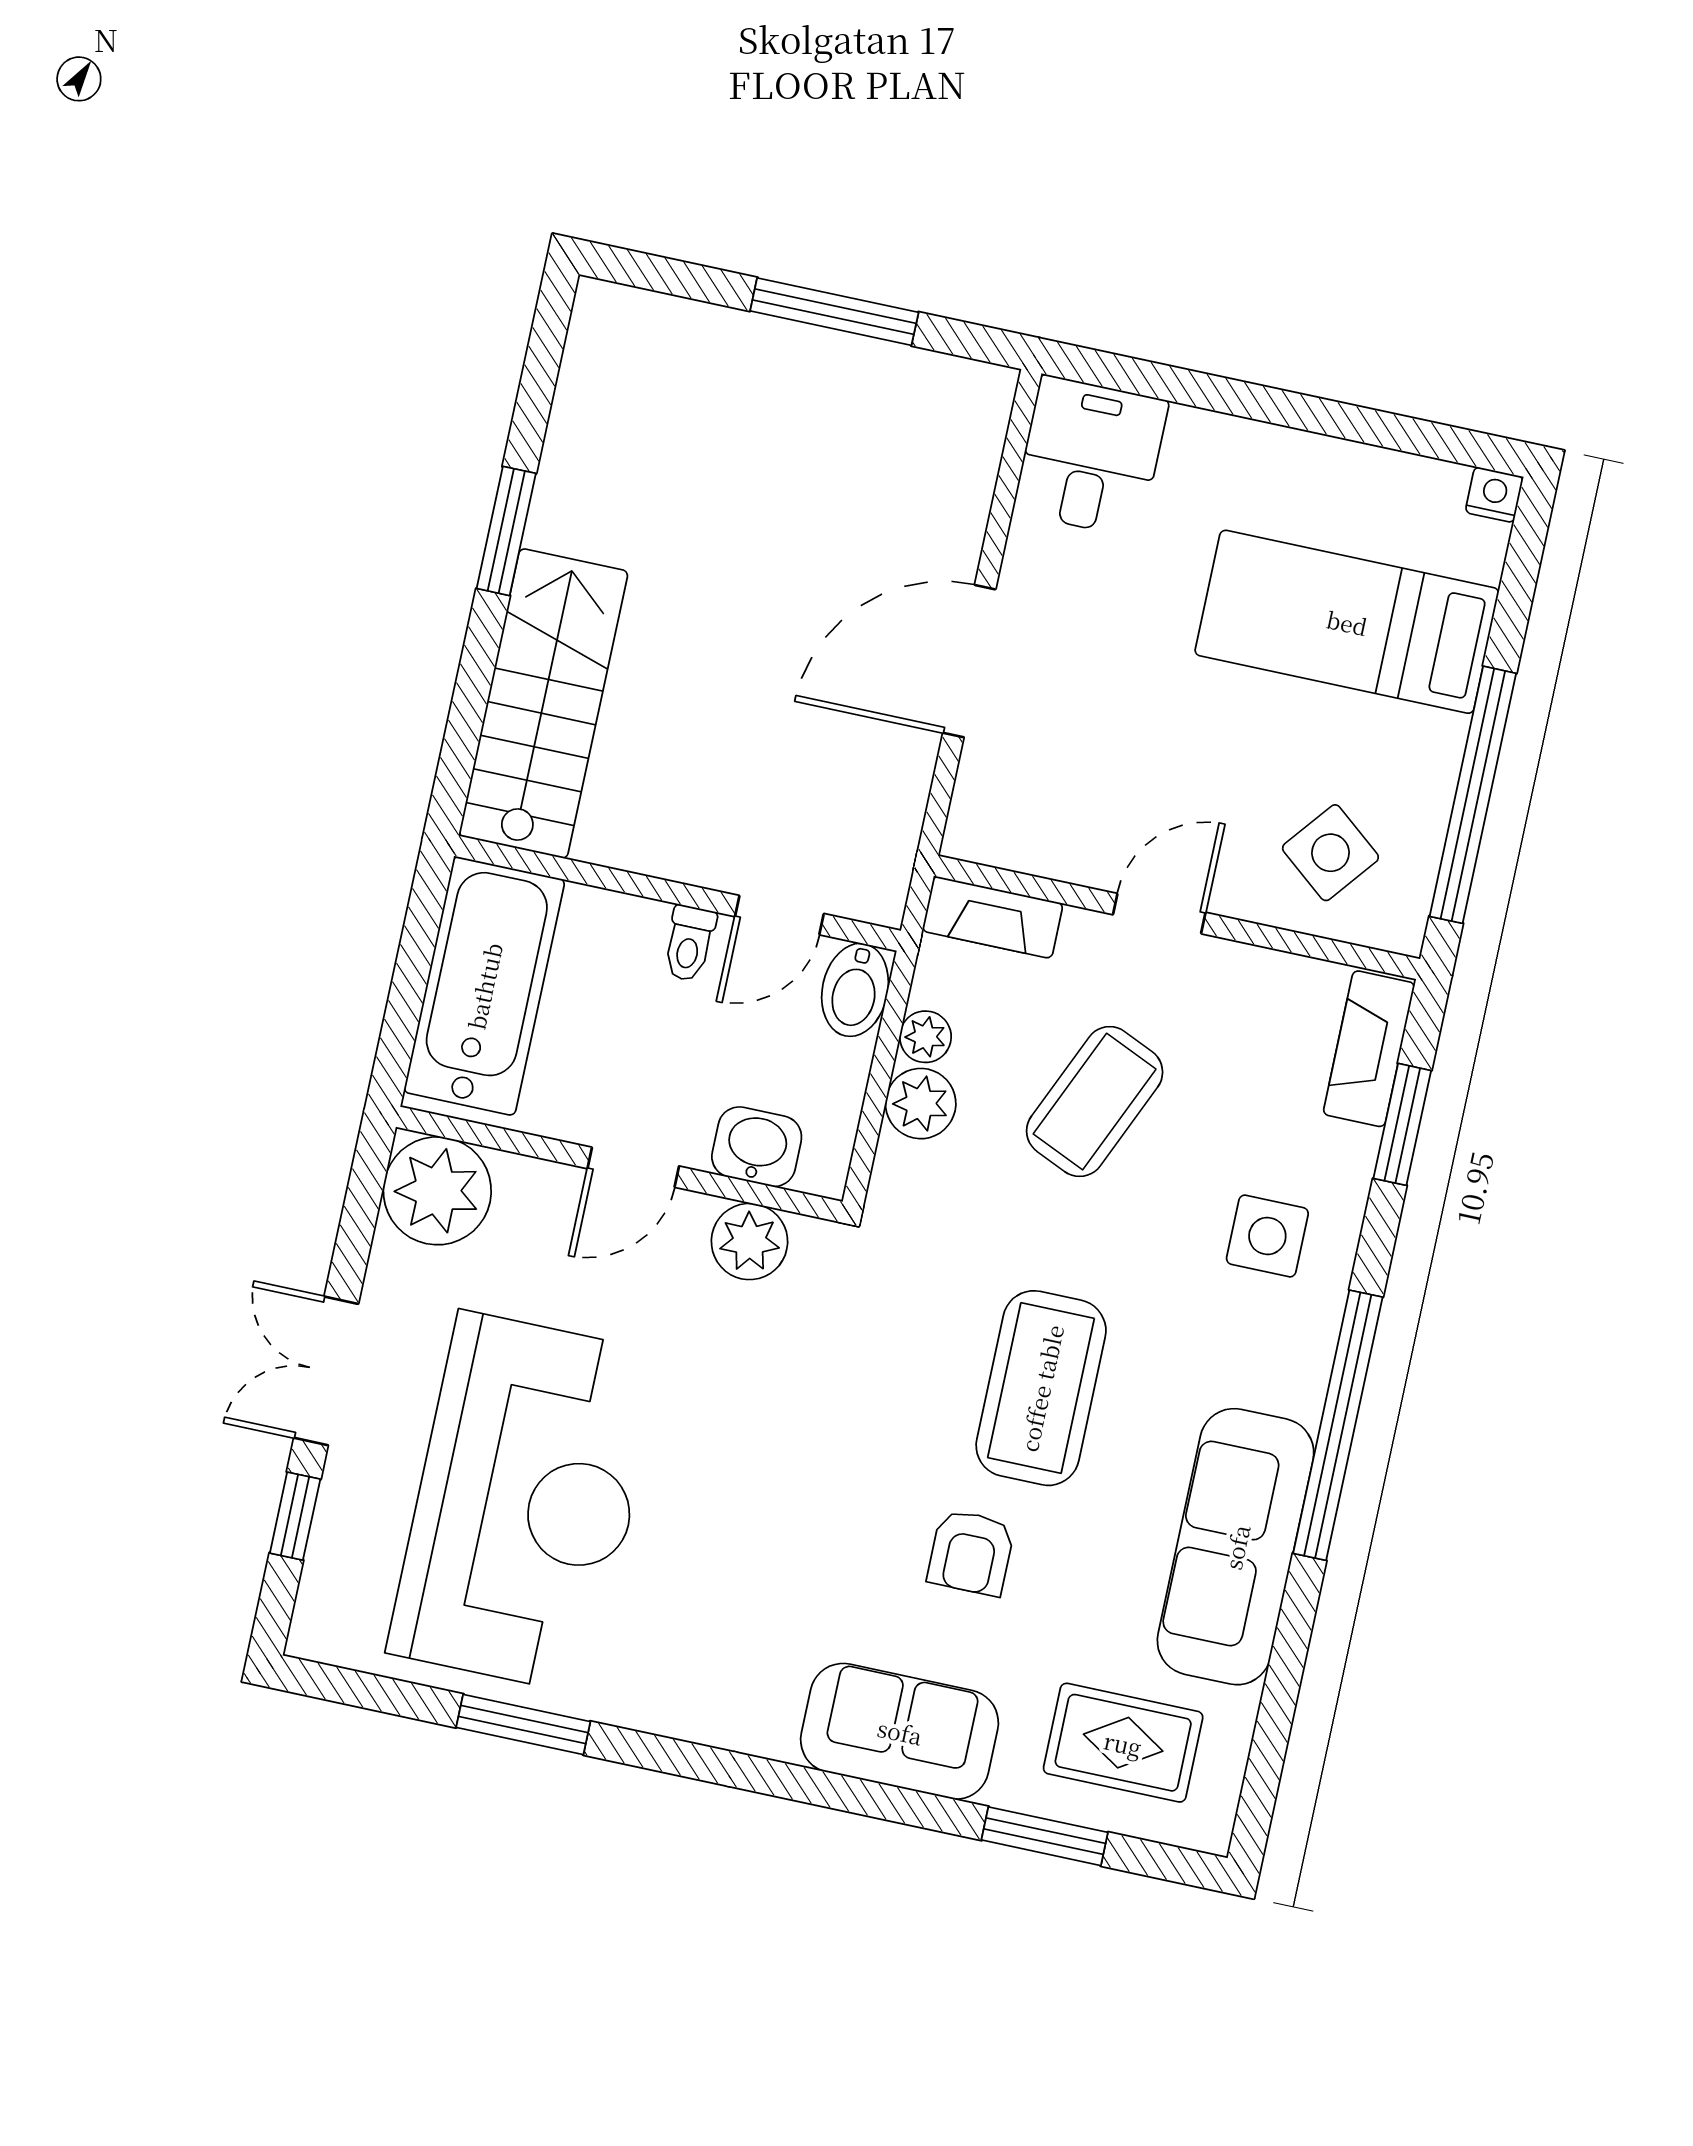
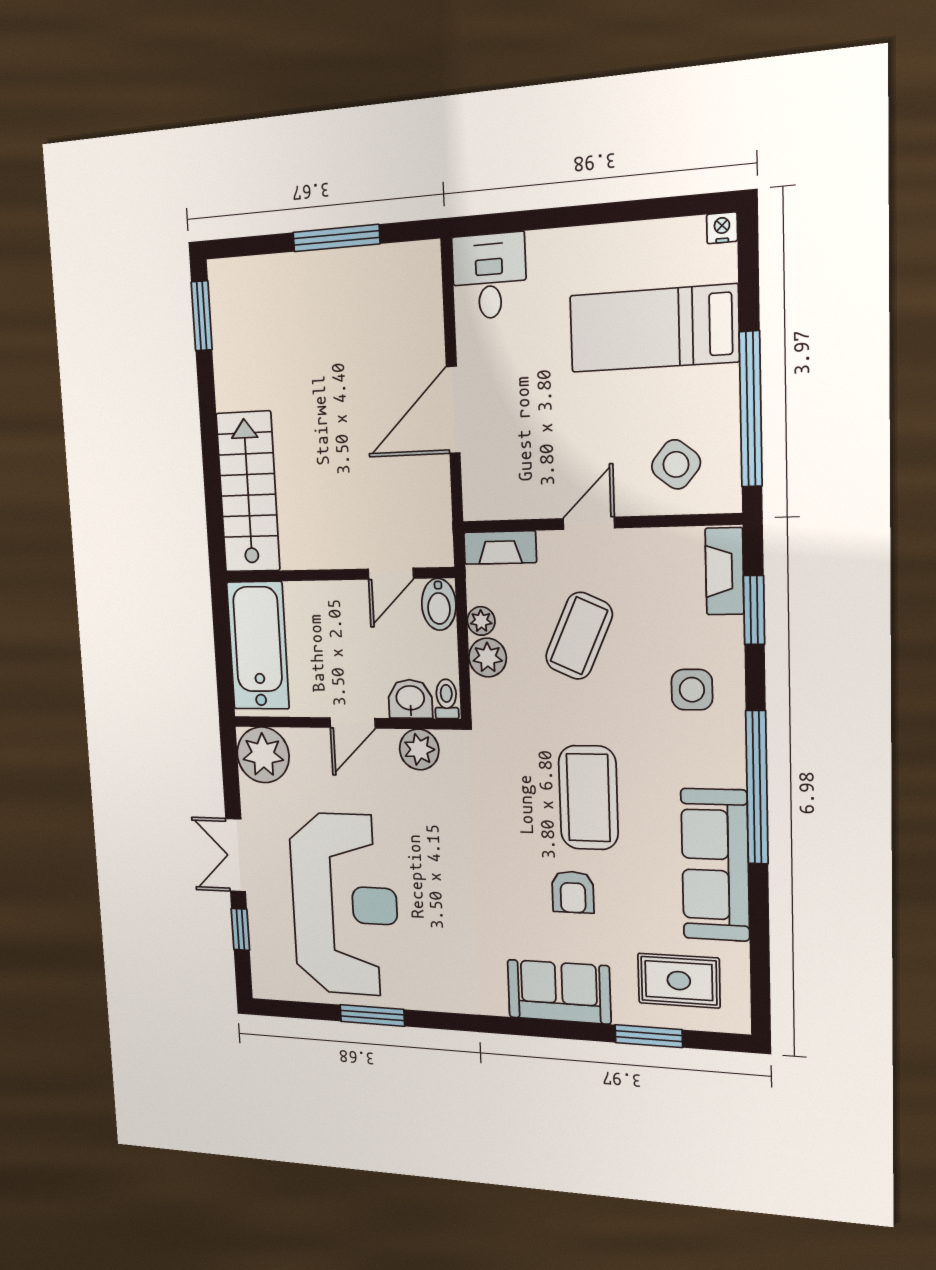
window: (506, 531) -> (202, 316), moved
toilet: (689, 943) -> (446, 699), moved, turned 180

